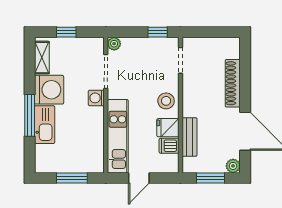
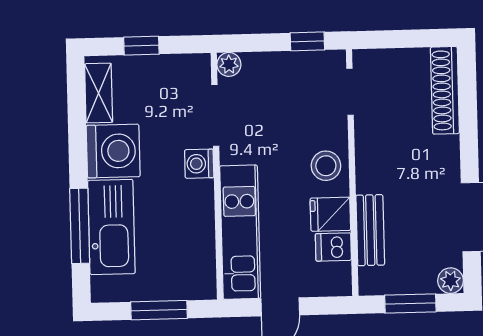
shoe rack: (233, 83) -> (445, 90), moved
window: (30, 115) -> (80, 226), moved
kitchen sink: (45, 125) -> (111, 227), width x1.36, depth x1.24

